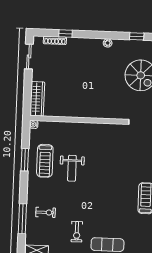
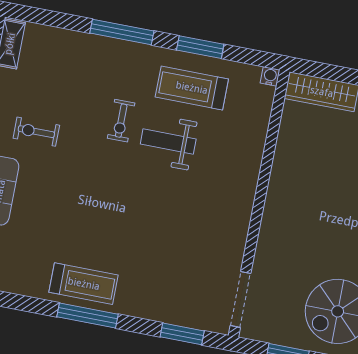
exercise bike: (46, 212) -> (121, 121), moved
window: (22, 219) -> (122, 32), moved

